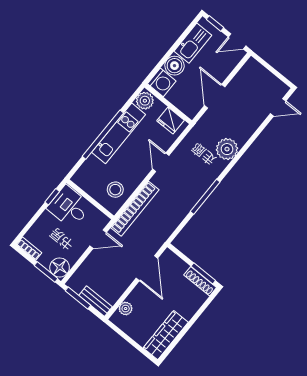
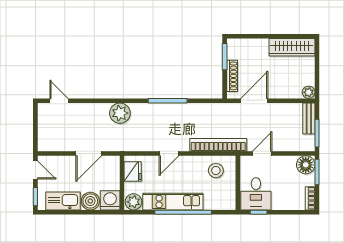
door: (98, 239) -> (262, 154), hinge flipped
shoe rack: (200, 281) -> (232, 76), moved
plant: (126, 309) -> (309, 92), moved

